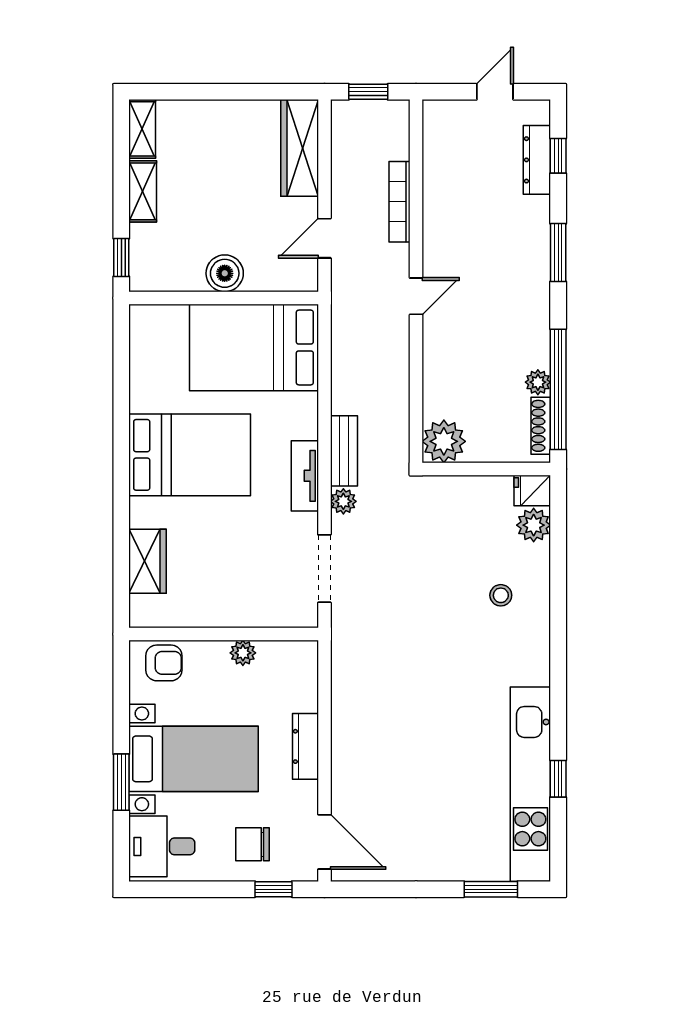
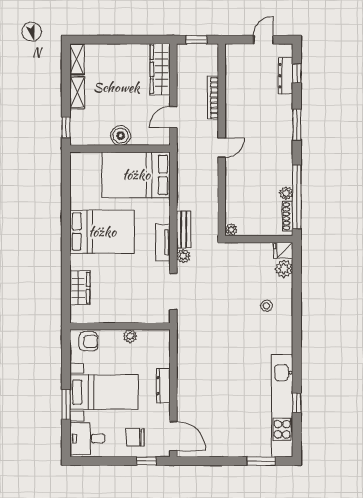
plant: (444, 441) -> (231, 230), width x0.53, depth x0.53

